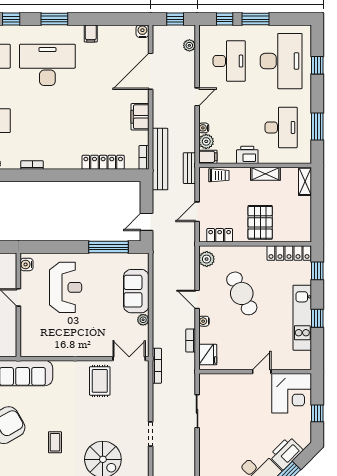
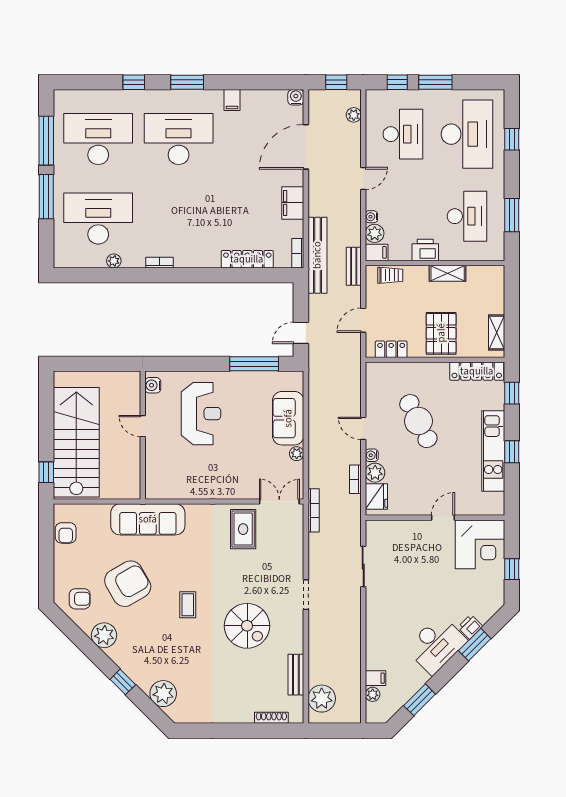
shelving: (305, 181) -> (497, 333), moved
plant: (207, 259) -> (375, 473), moved
printer: (286, 453) -> (470, 627), width x0.53, depth x0.68

